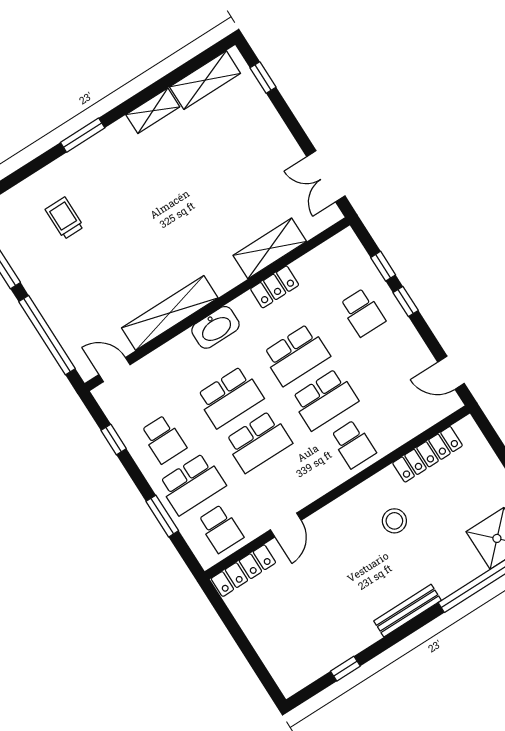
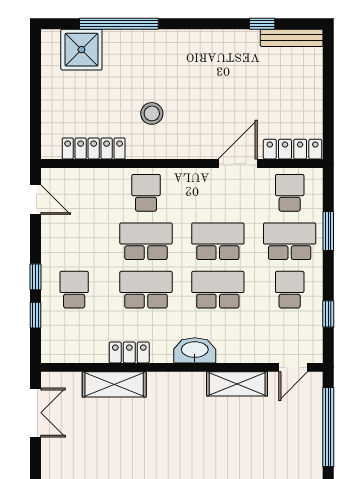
shelving: (170, 313) -> (237, 384), width x0.68
door: (114, 370) -> (293, 367), hinge flipped
door: (286, 525) -> (238, 164), width x1.38
bench: (408, 611) -> (292, 38), moved

